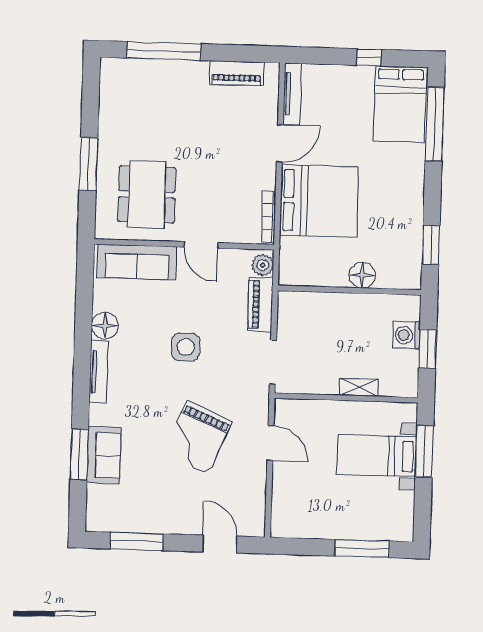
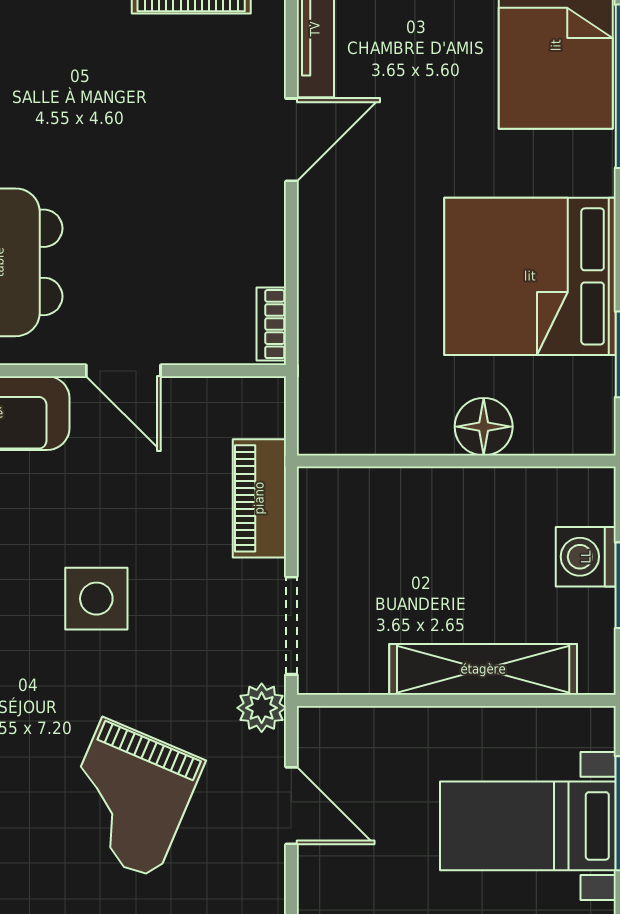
bed: (319, 201) -> (530, 276), moved, turned 180
bookcase: (269, 217) -> (271, 324), width x0.64
plant: (263, 265) -> (262, 708), moved
shelving: (359, 387) -> (483, 669), width x2.20, depth x1.33

